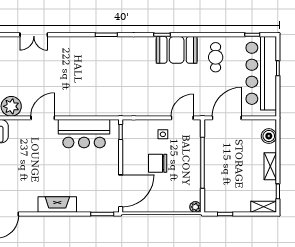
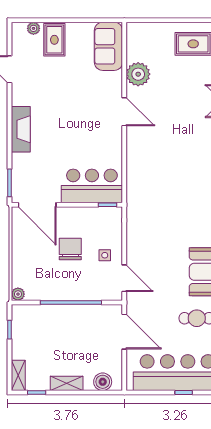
bar counter: (84, 134) -> (92, 186), moved, turned 90

